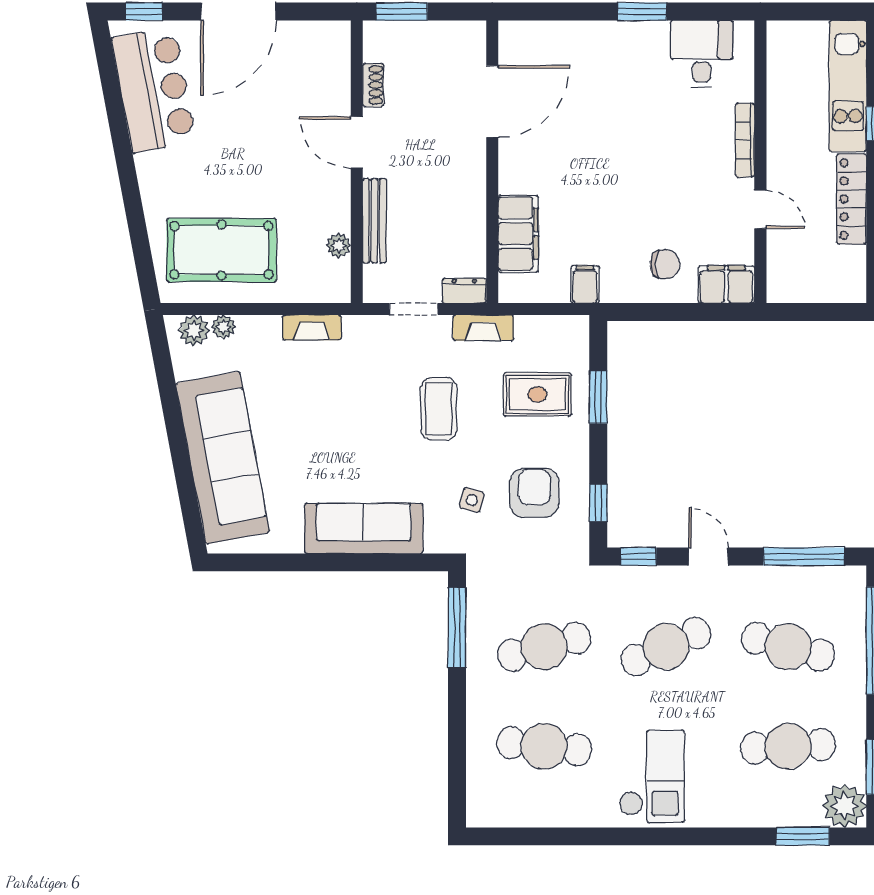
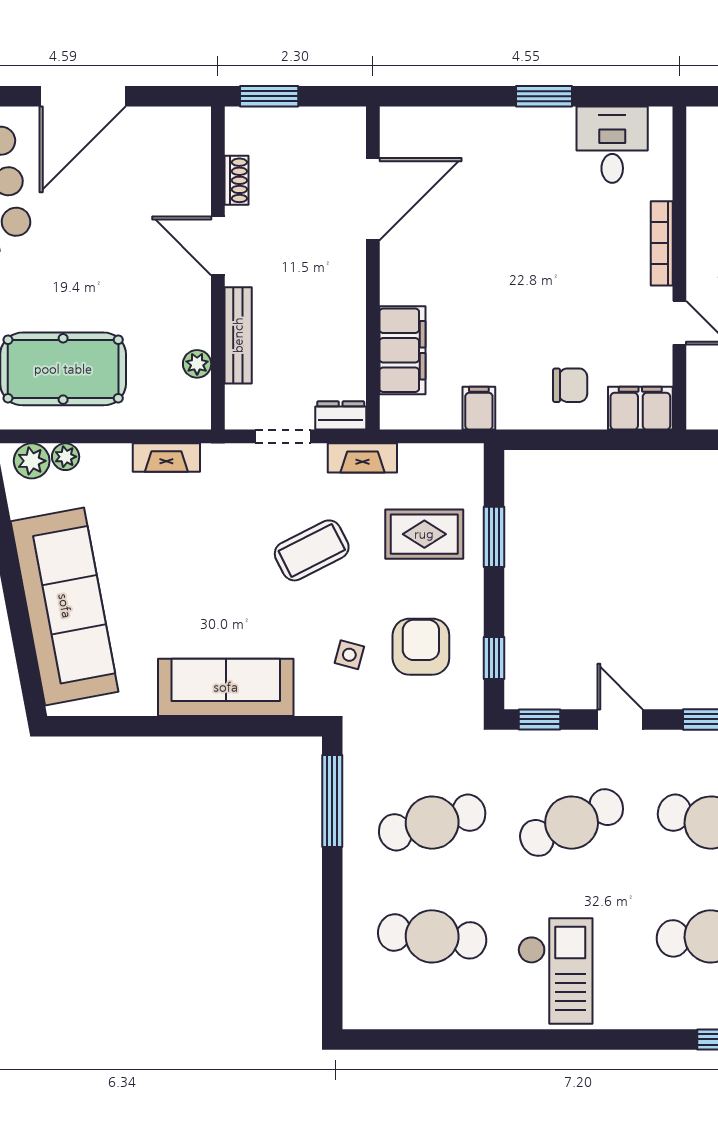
coffee table: (439, 409) -> (312, 550), turned 63

